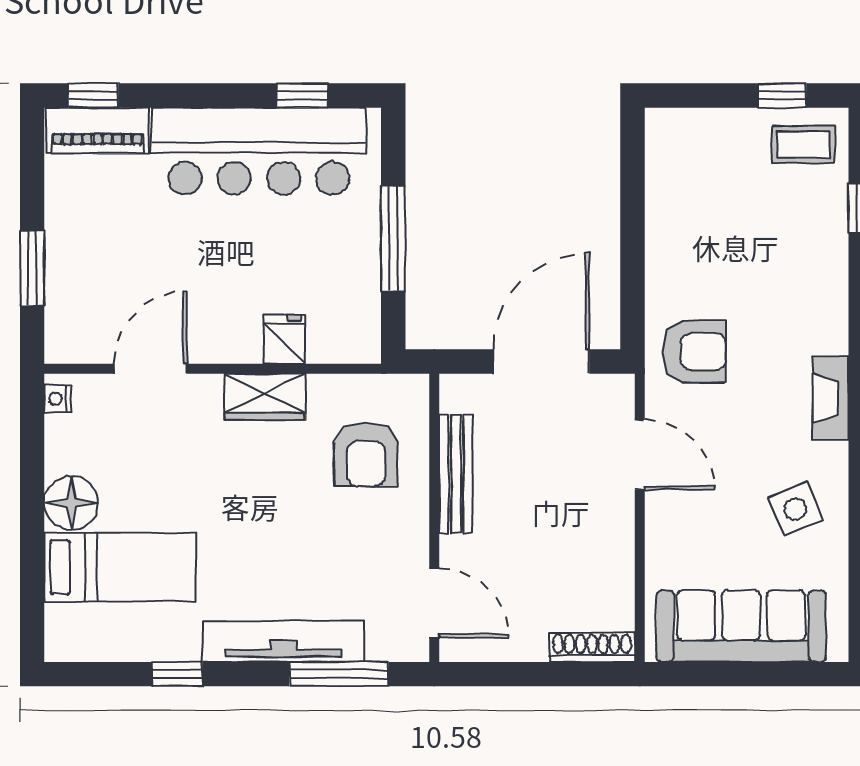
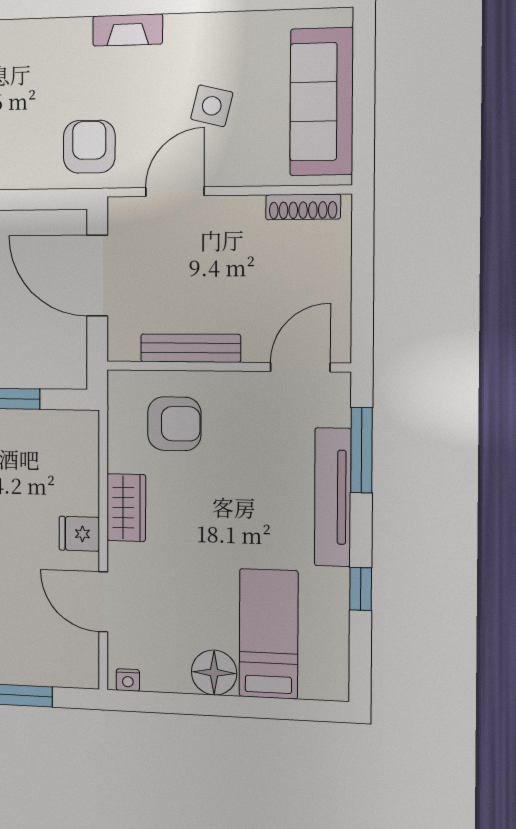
fridge: (284, 339) -> (79, 534), moved
side table: (795, 509) -> (212, 106), moved, turned 37
shoe rack: (592, 647) -> (303, 207), moved, turned -90

